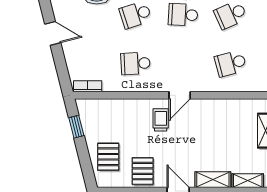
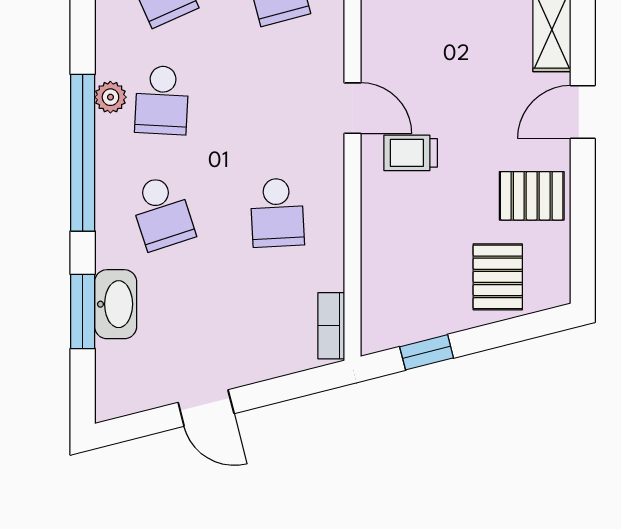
door: (53, 33) -> (206, 408), swing flipped
pallet: (108, 157) -> (498, 277), turned 90

